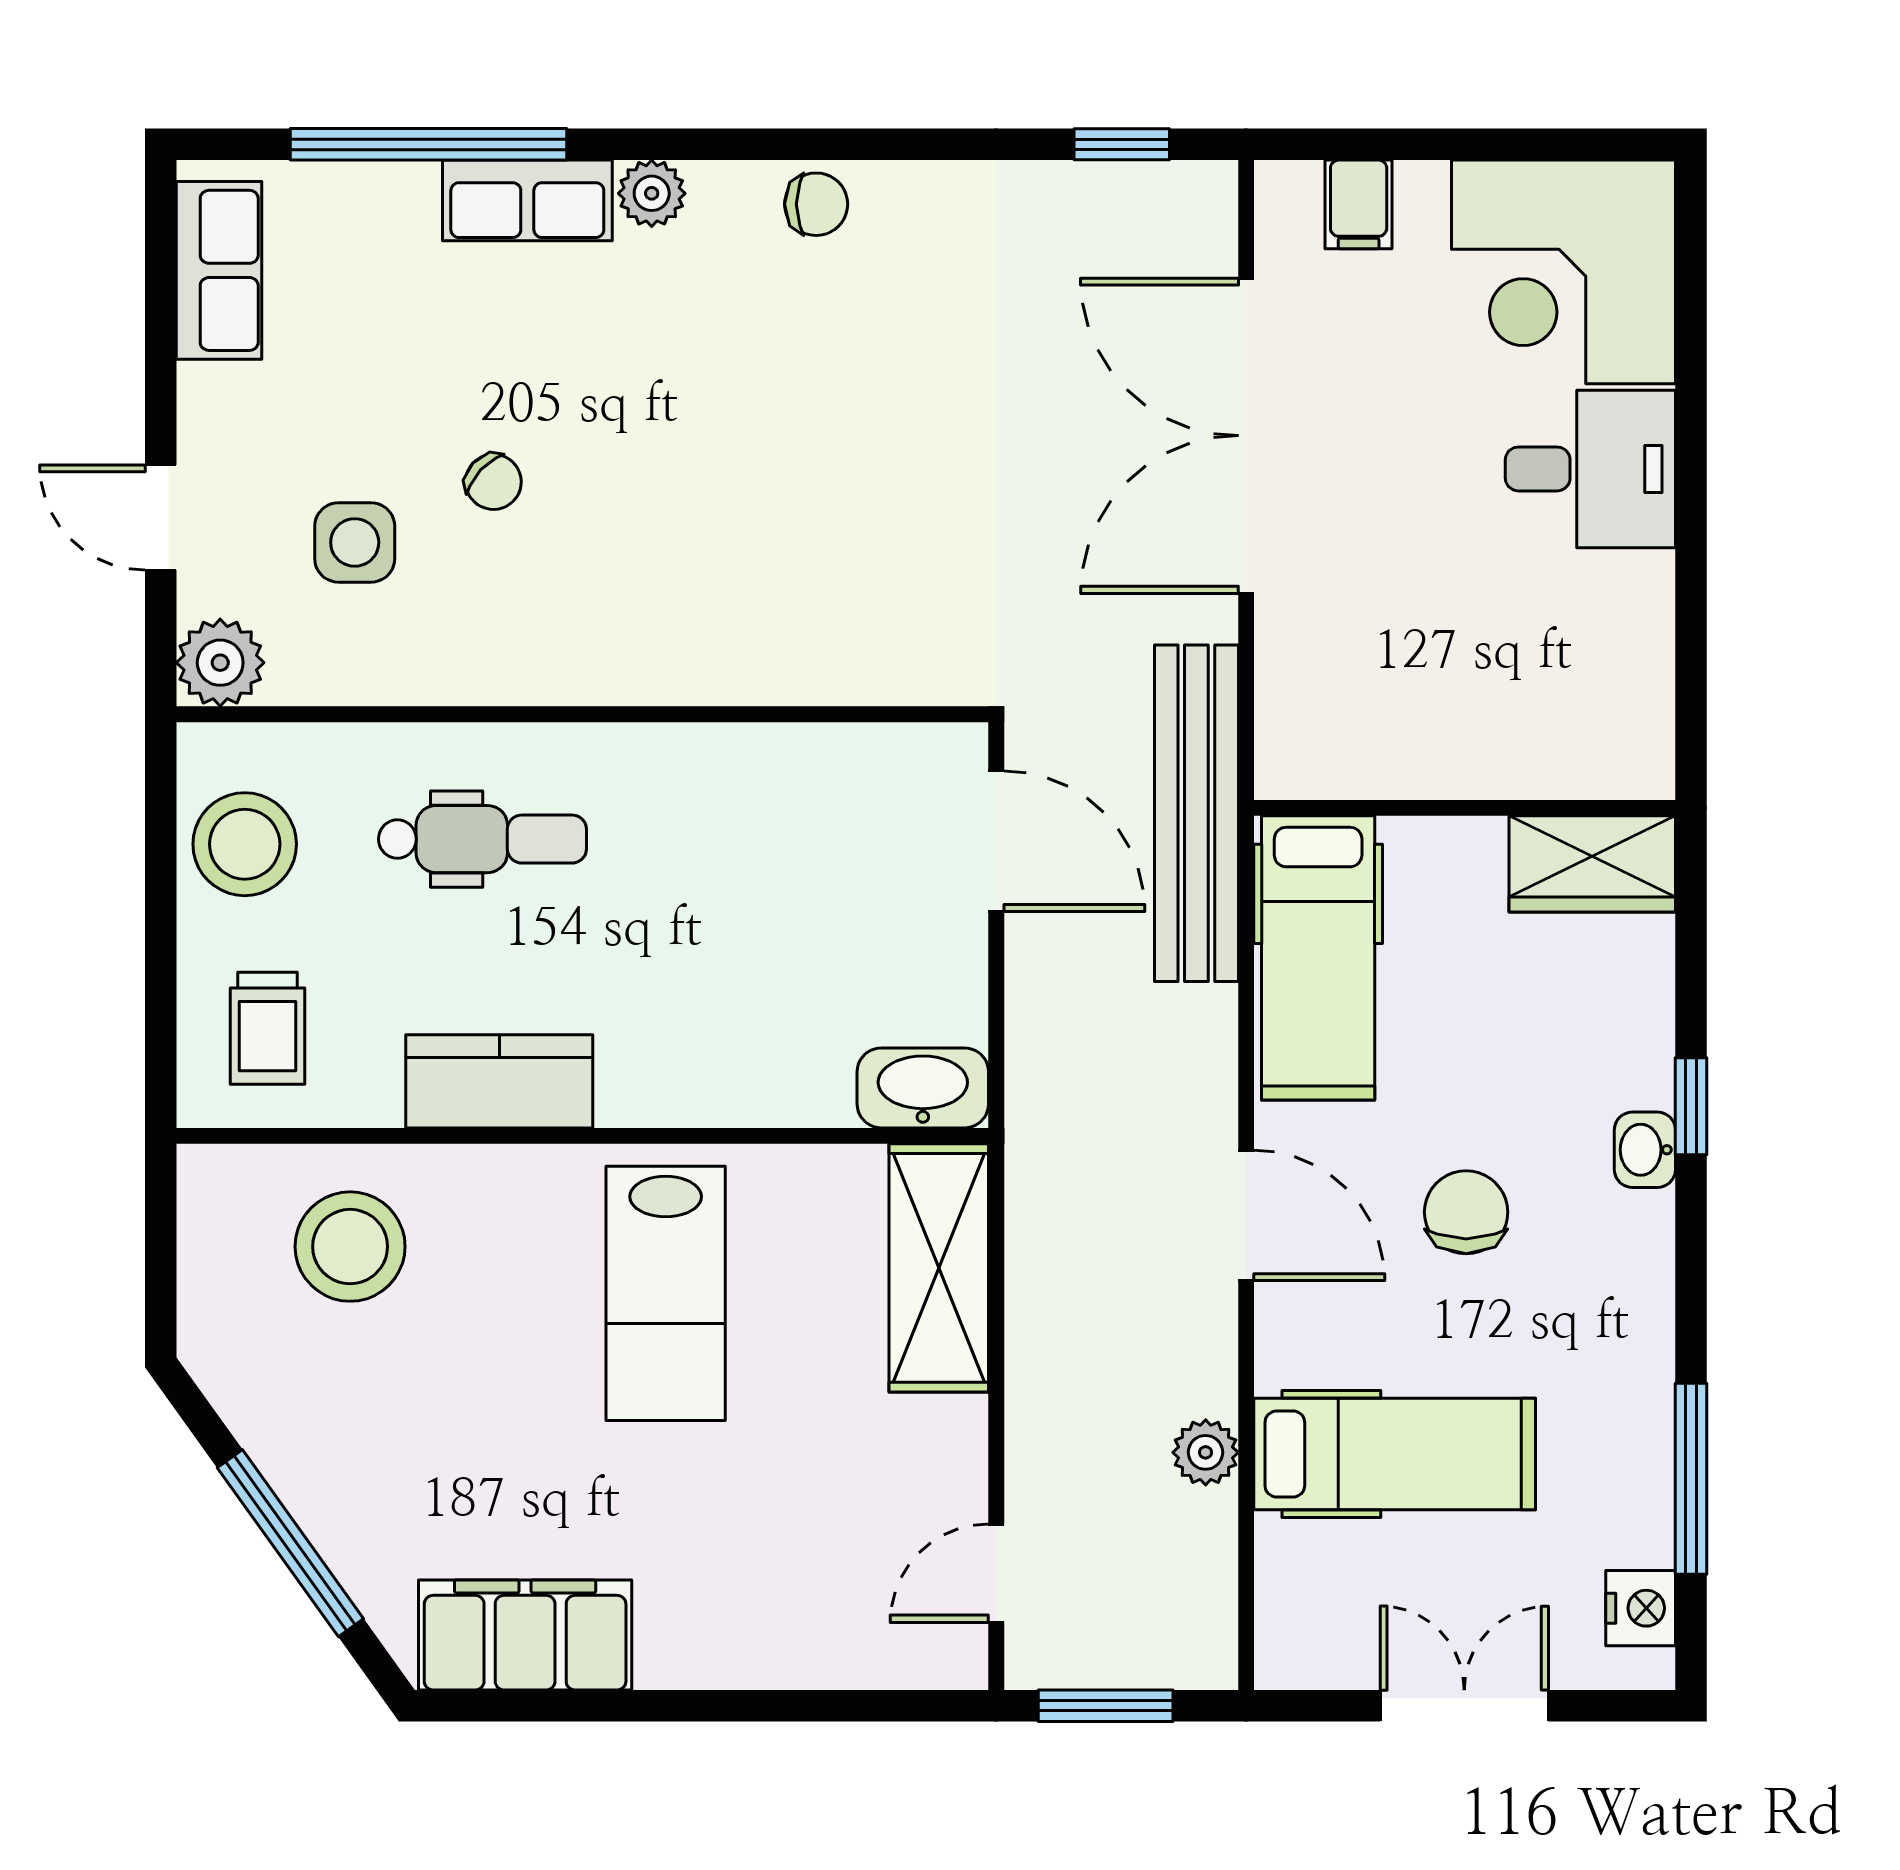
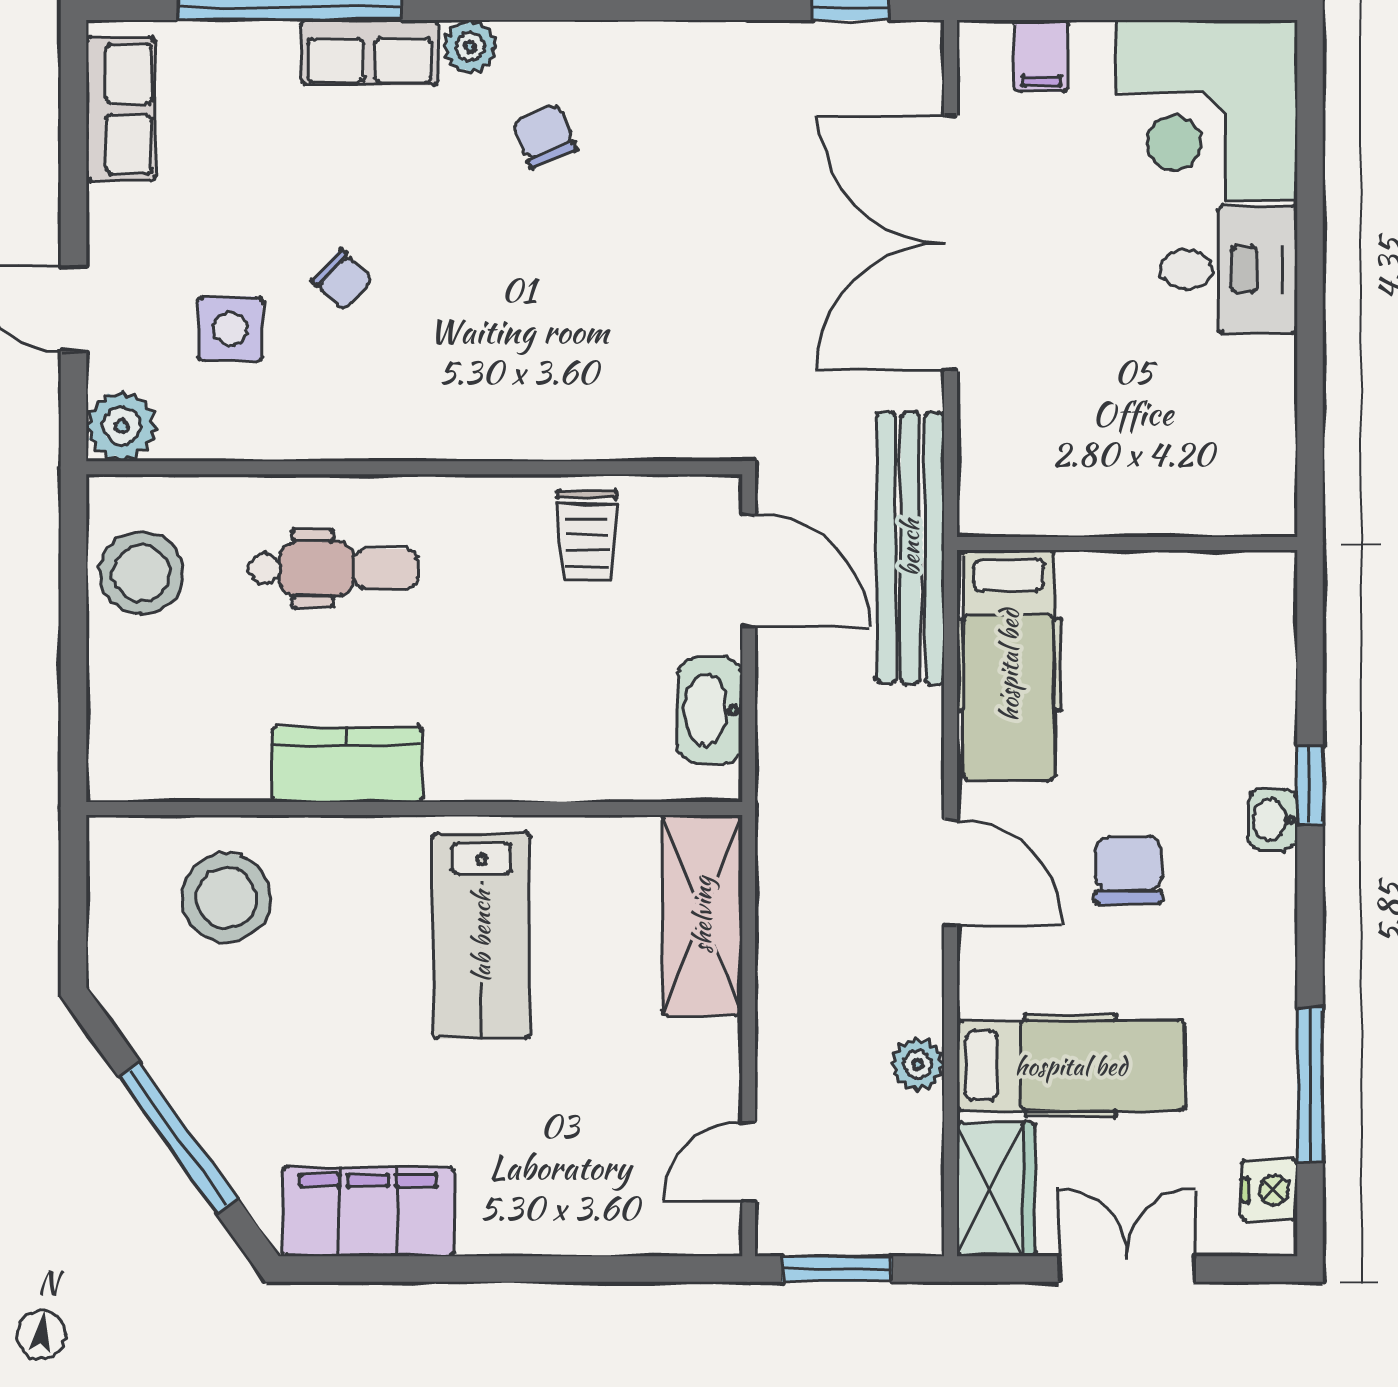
chair: (816, 204) -> (545, 136), moved, turned -112
wardrobe: (1592, 864) -> (996, 1189), moved, turned -90
trolley: (267, 1028) -> (587, 536), moved
washbasin: (923, 1088) -> (710, 710), moved, turned -90

